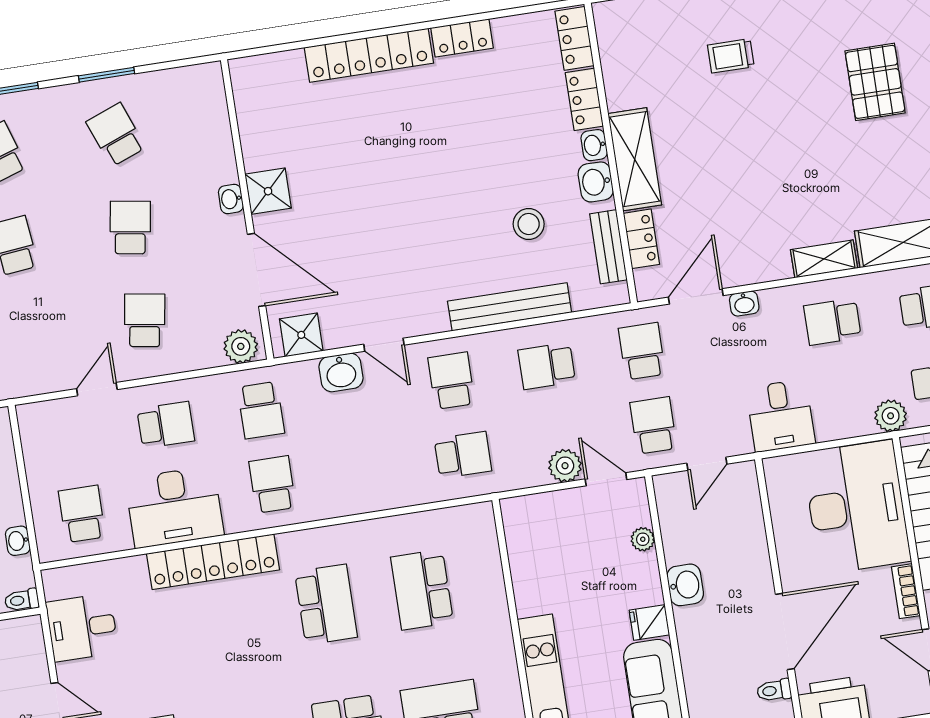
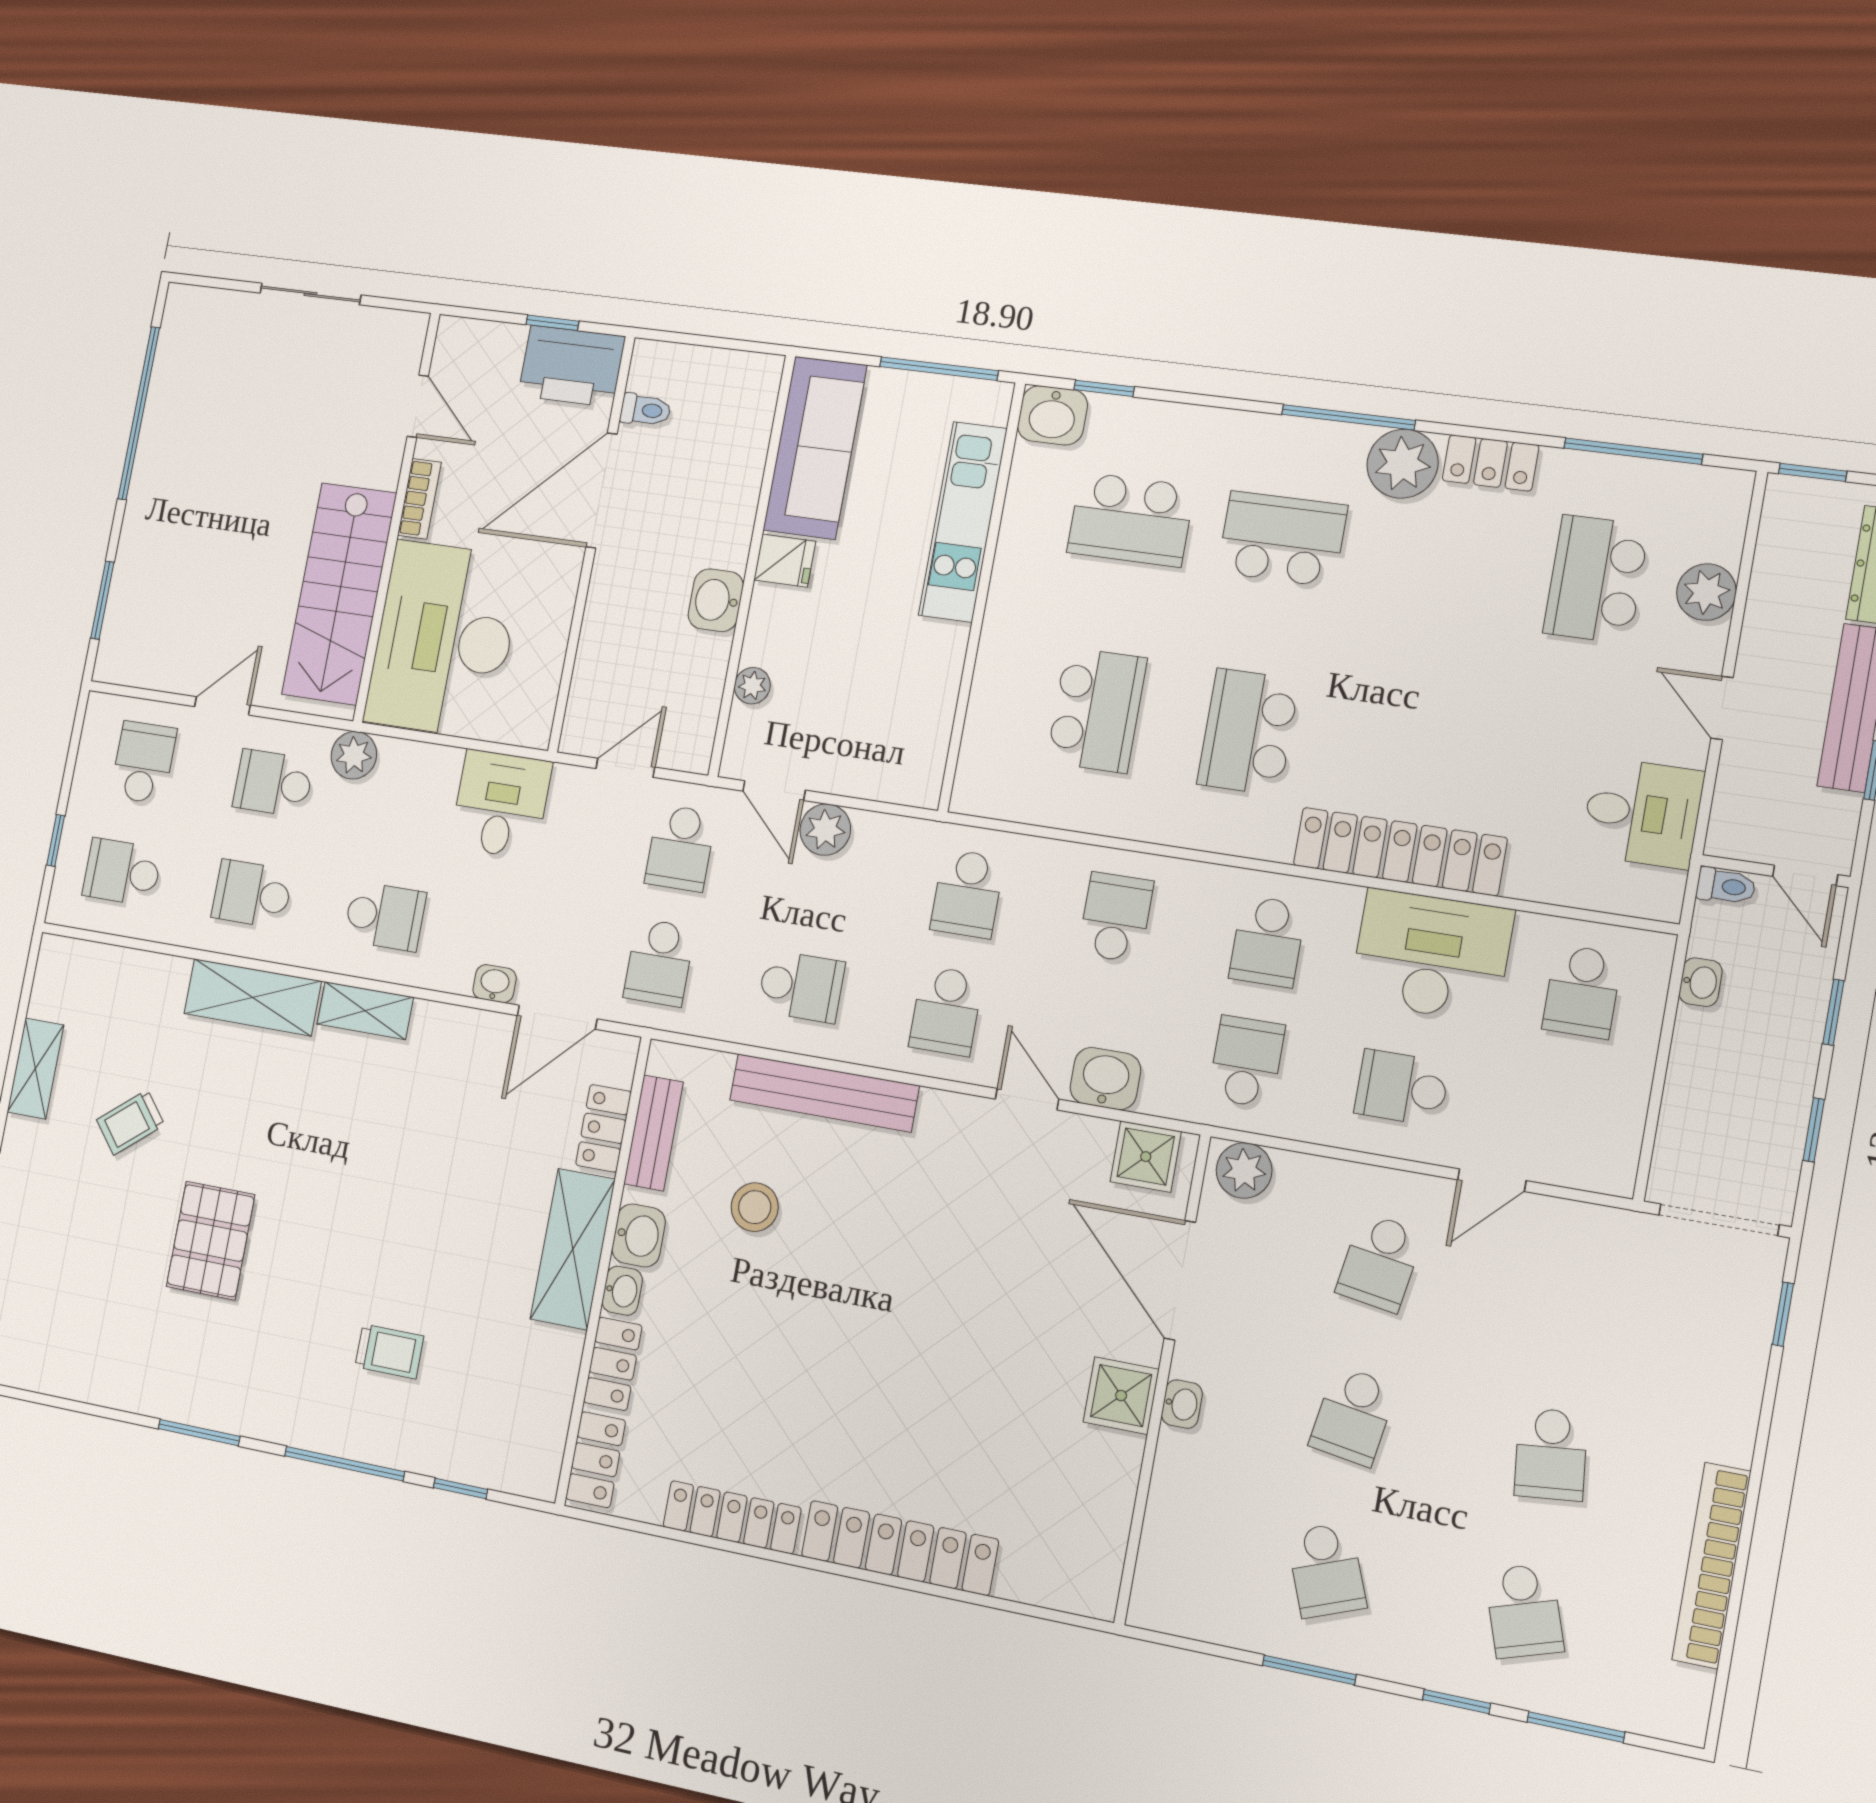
locker: (462, 38) -> (732, 1517), width x1.53
school desk: (463, 455) -> (967, 894), turned -90
school desk: (368, 470) -> (1116, 917), added

